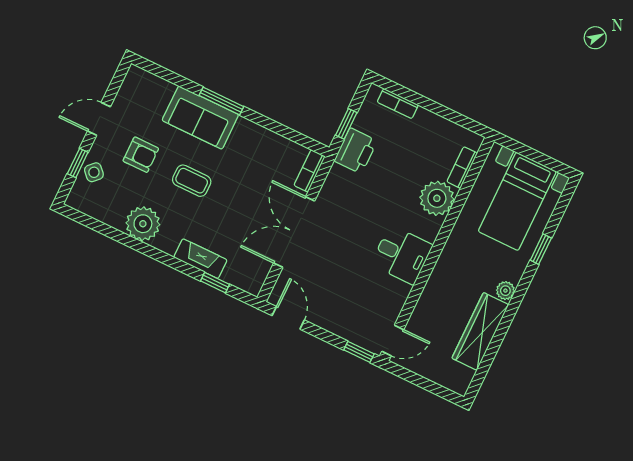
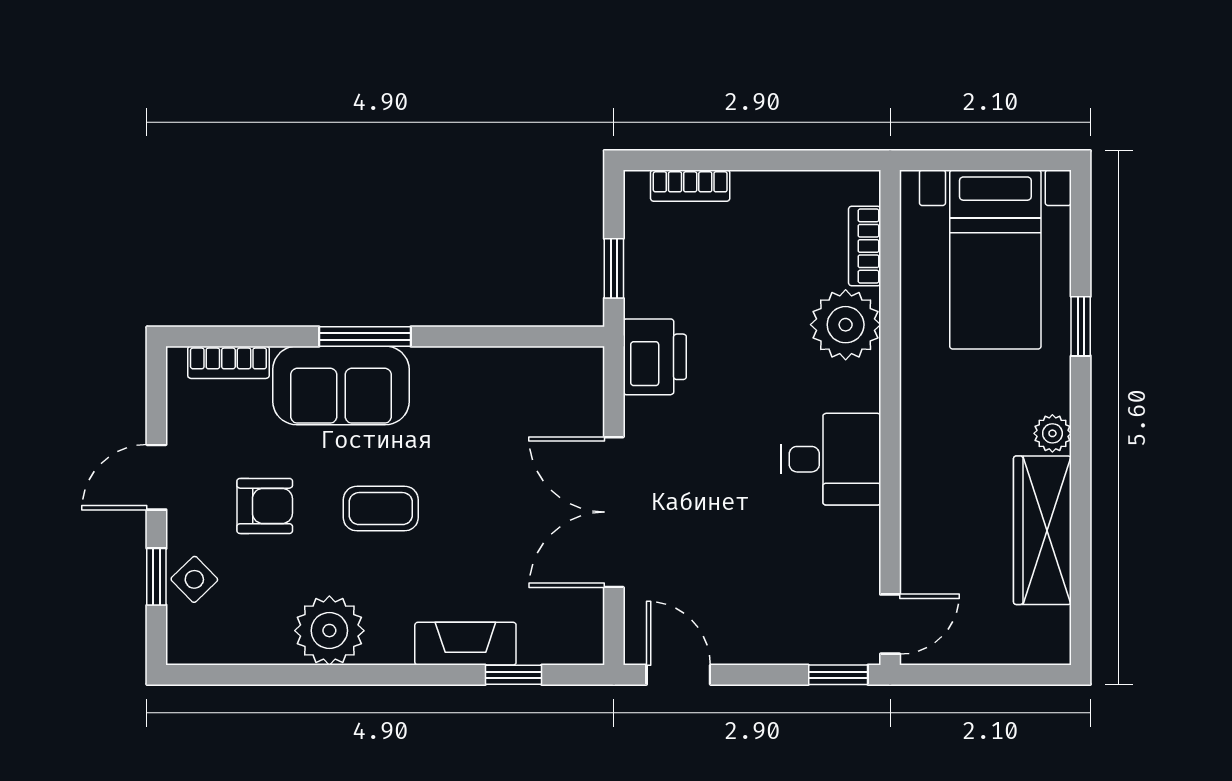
printer: (356, 151) -> (655, 357), moved
bookcase: (310, 171) -> (228, 362), moved, turned -90

